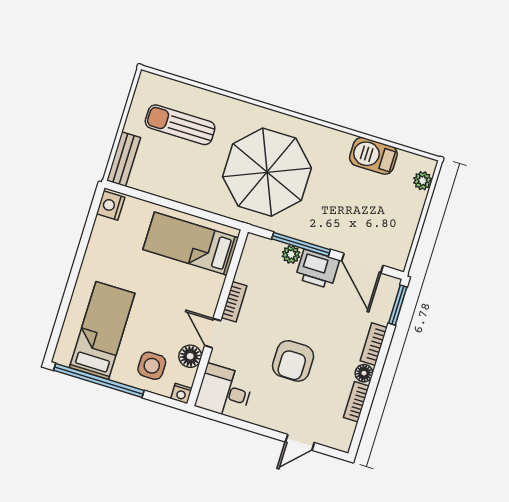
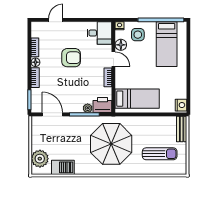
plant: (423, 181) -> (40, 159), width x1.87, depth x1.87
printer: (317, 269) -> (102, 105), moved
armchair: (293, 361) -> (71, 58), turned 90

